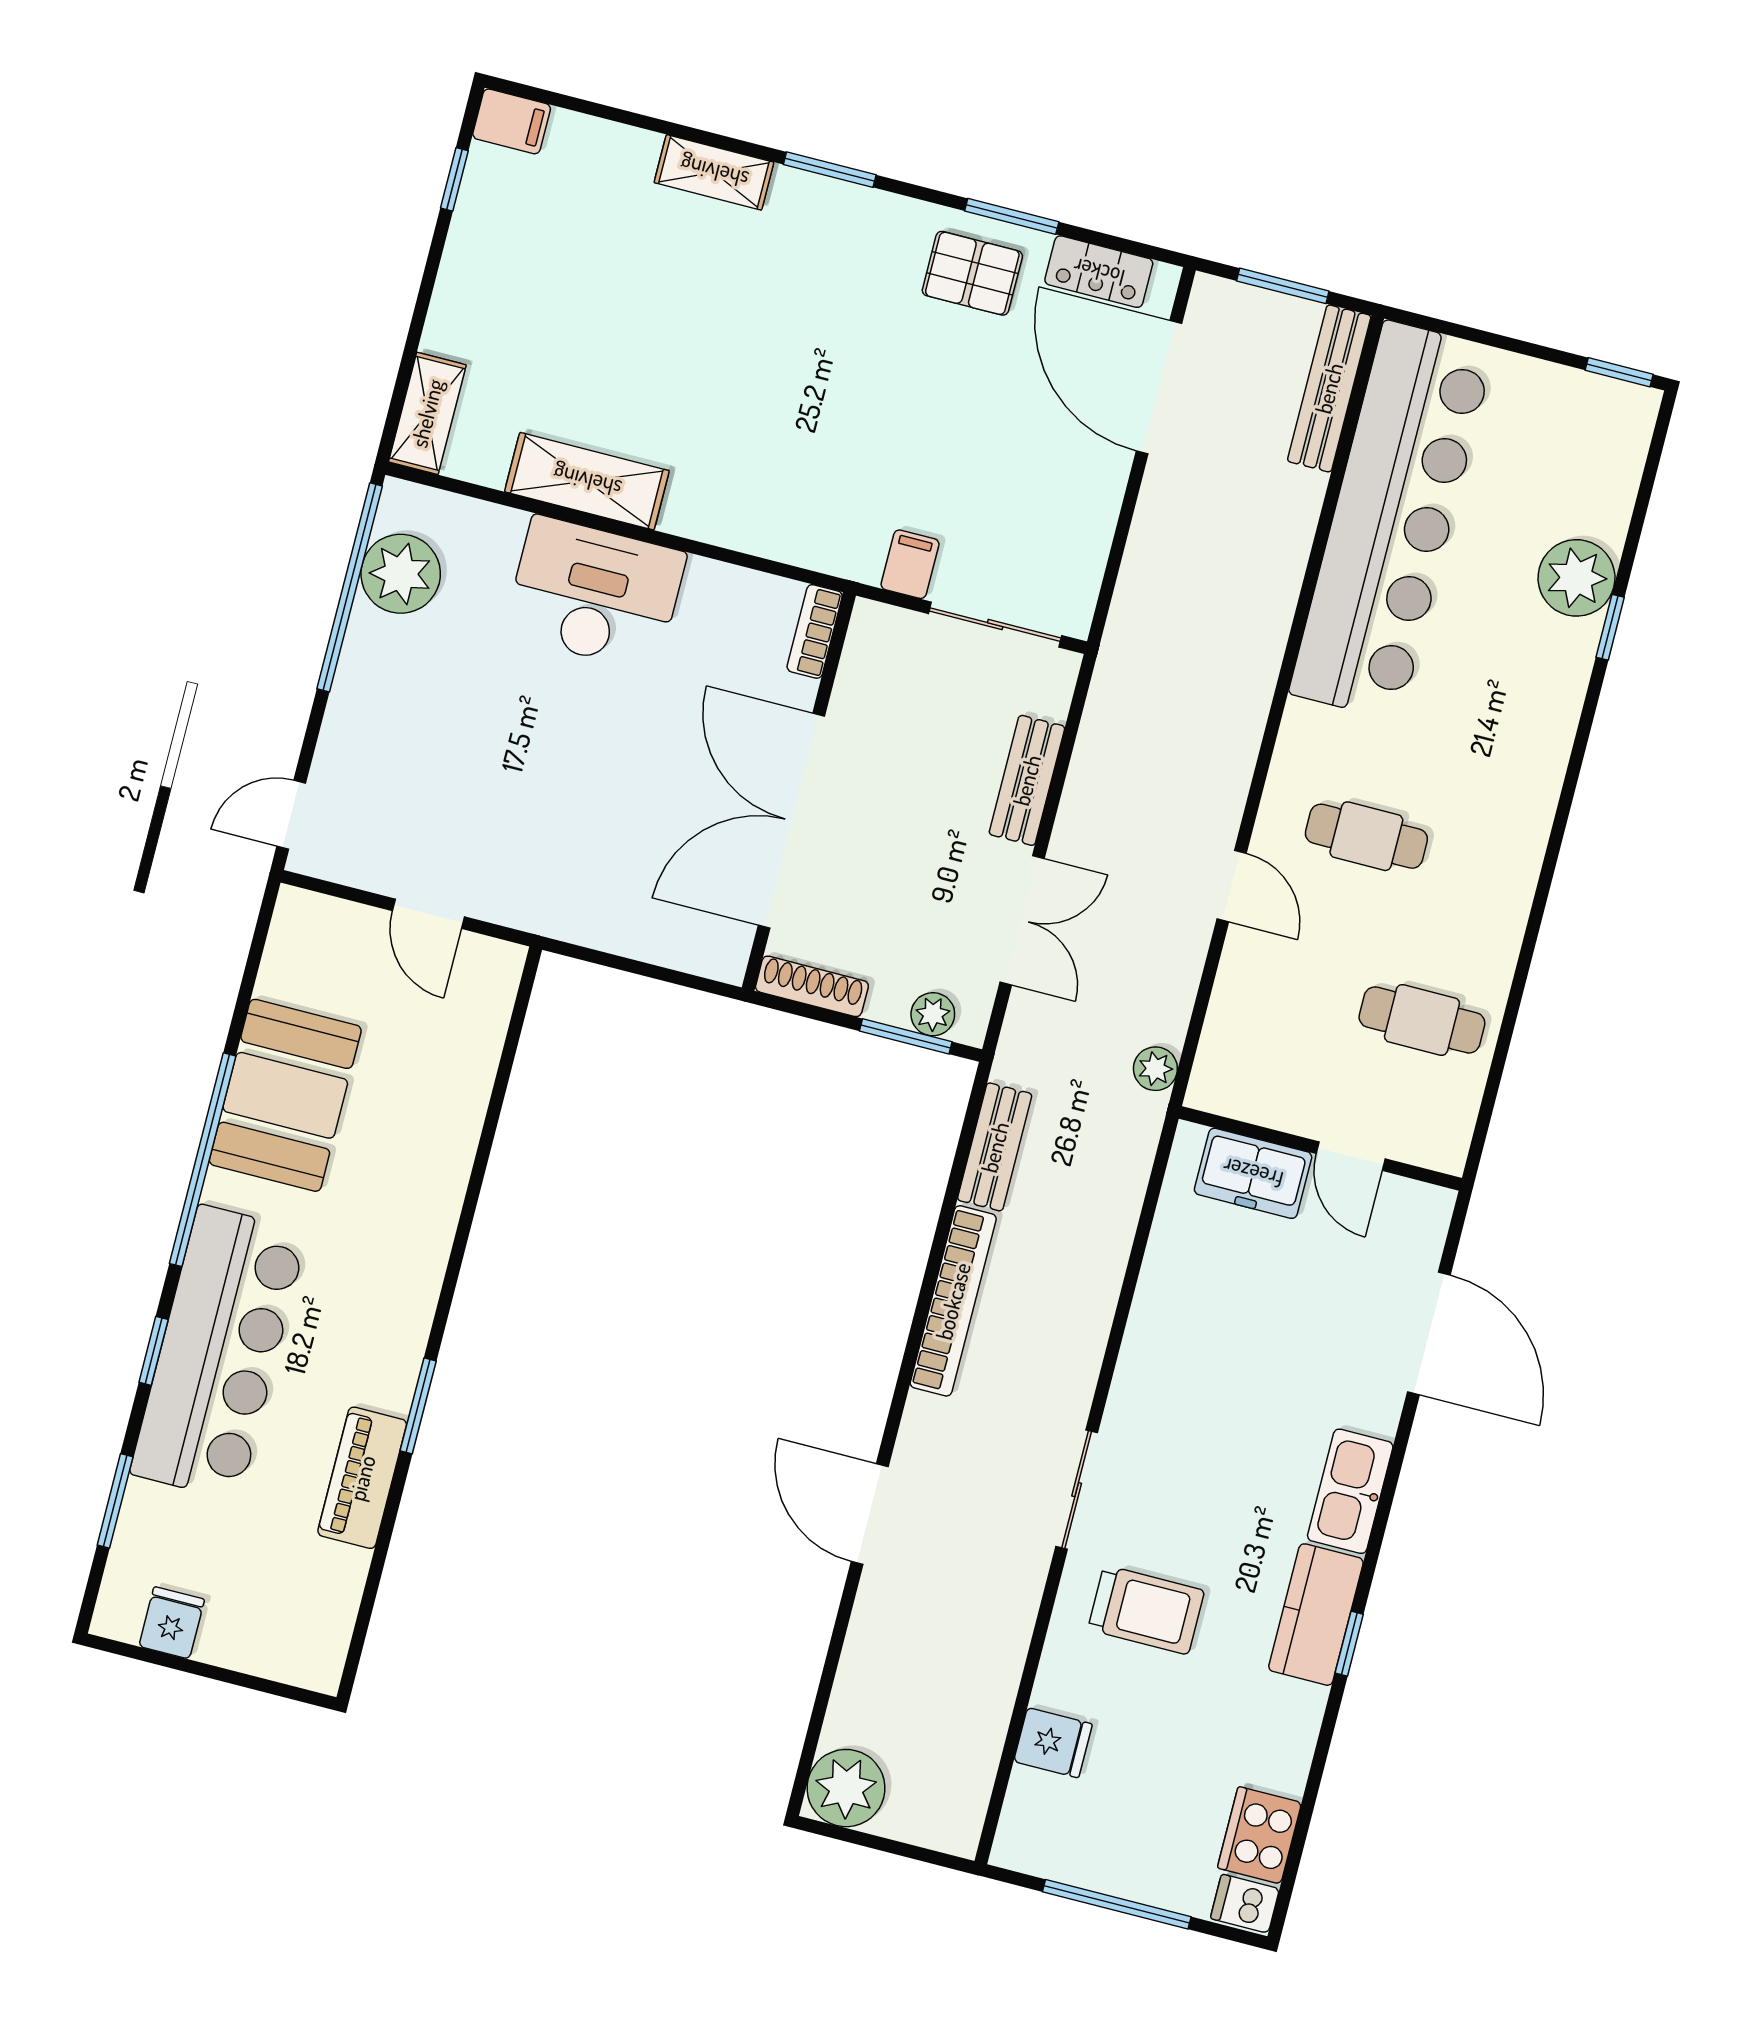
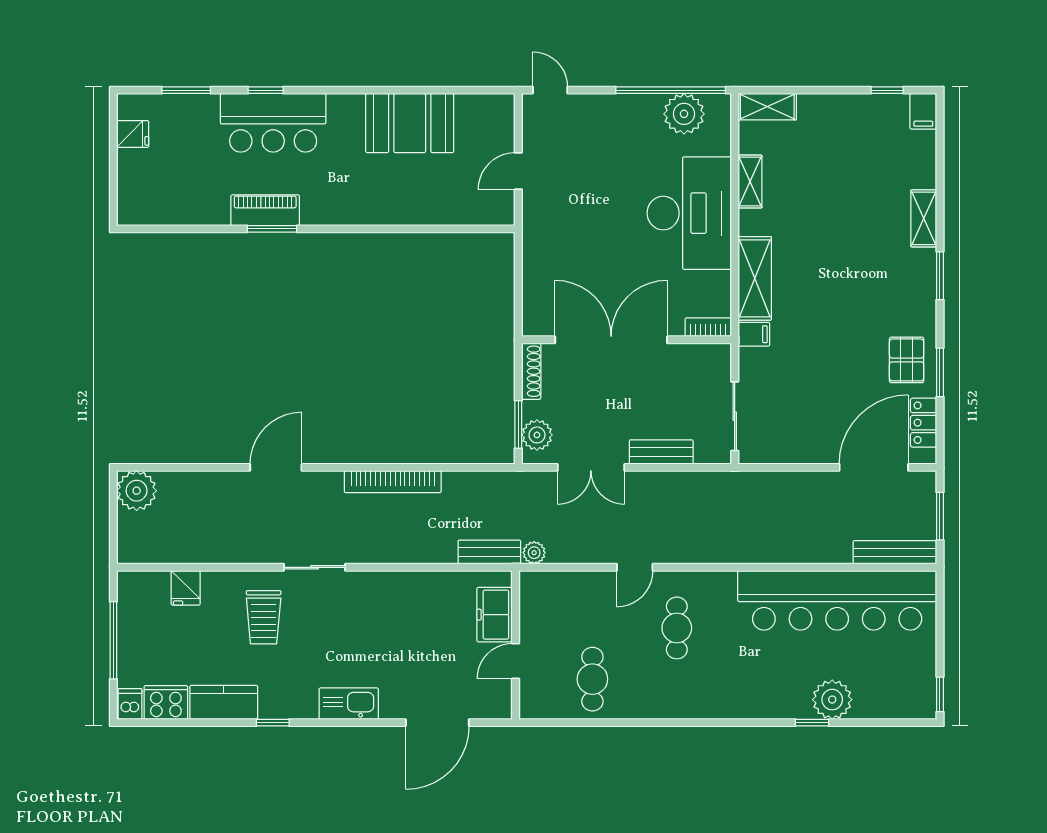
shelving: (587, 481) -> (750, 182), width x0.67, depth x0.75
shelving: (745, 520) -> (755, 278), added
filing cabinet: (910, 564) -> (754, 334), moved
desk: (595, 594) -> (689, 213), width x1.36, depth x1.30
plant: (933, 1014) -> (537, 435), width x1.38, depth x1.38
bench: (995, 1147) -> (489, 552), moved
window: (203, 1160) -> (367, 90), removed
bar counter: (219, 1353) -> (273, 123), width x0.73
piano: (362, 1478) -> (265, 210), moved
kitchen counter: (1316, 1615) -> (224, 702), moved

